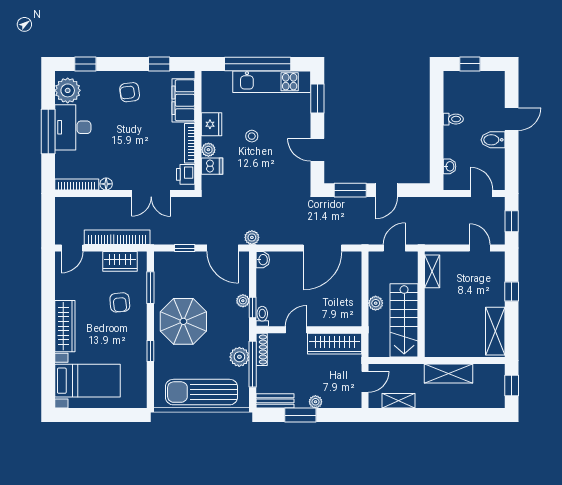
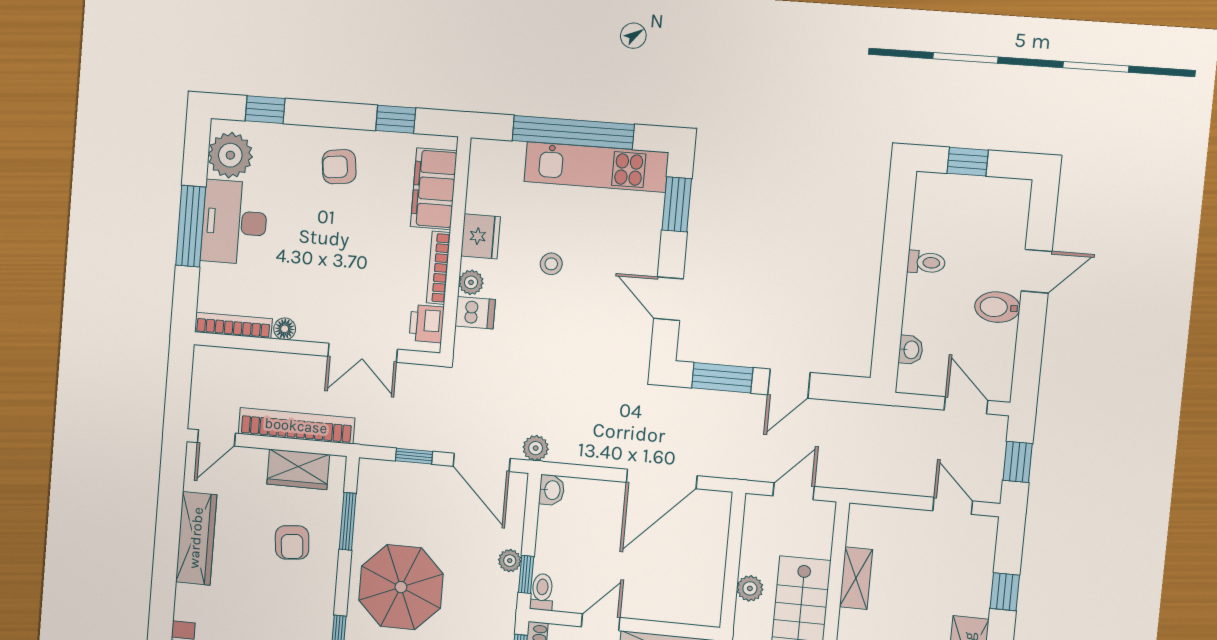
shelving: (432, 271) -> (856, 578), moved
wardrobe: (65, 326) -> (196, 538), moved

